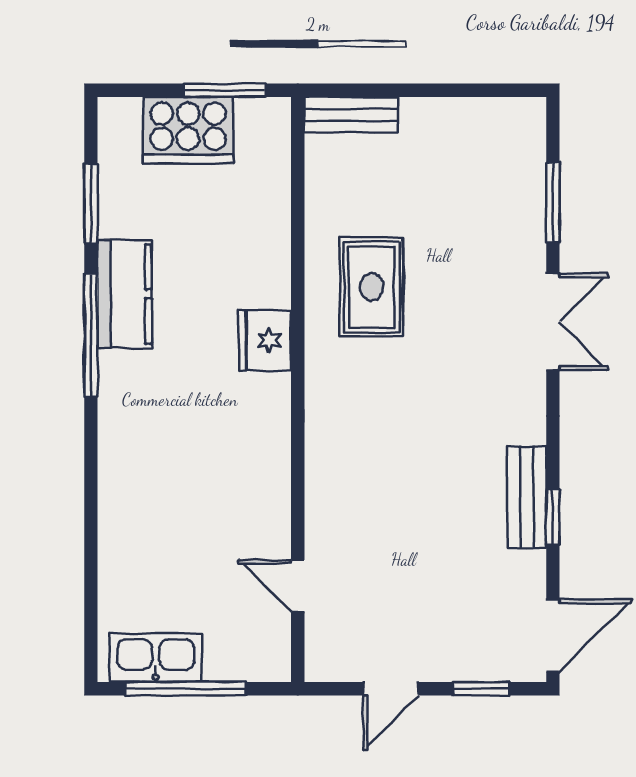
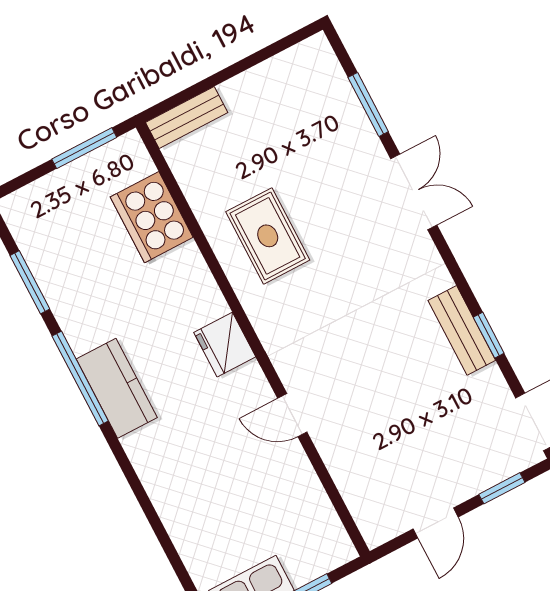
cooker: (188, 130) -> (152, 217), moved, turned 90
kitchen counter: (125, 294) -> (117, 388), moved
fridge: (265, 340) -> (225, 345), moved
door: (298, 586) -> (292, 415), moved

